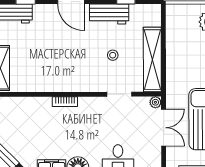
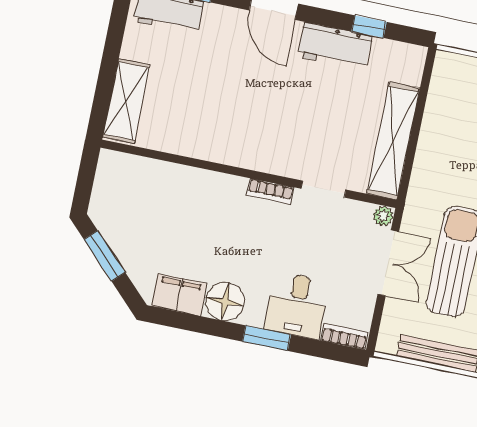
stool: (113, 55) -> (326, 119), removed
bookcase: (65, 102) -> (270, 191), moved

